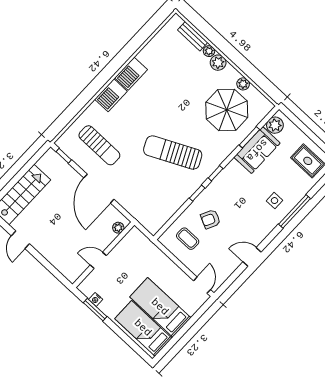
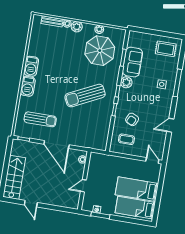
plant: (275, 125) -> (126, 82), moved

